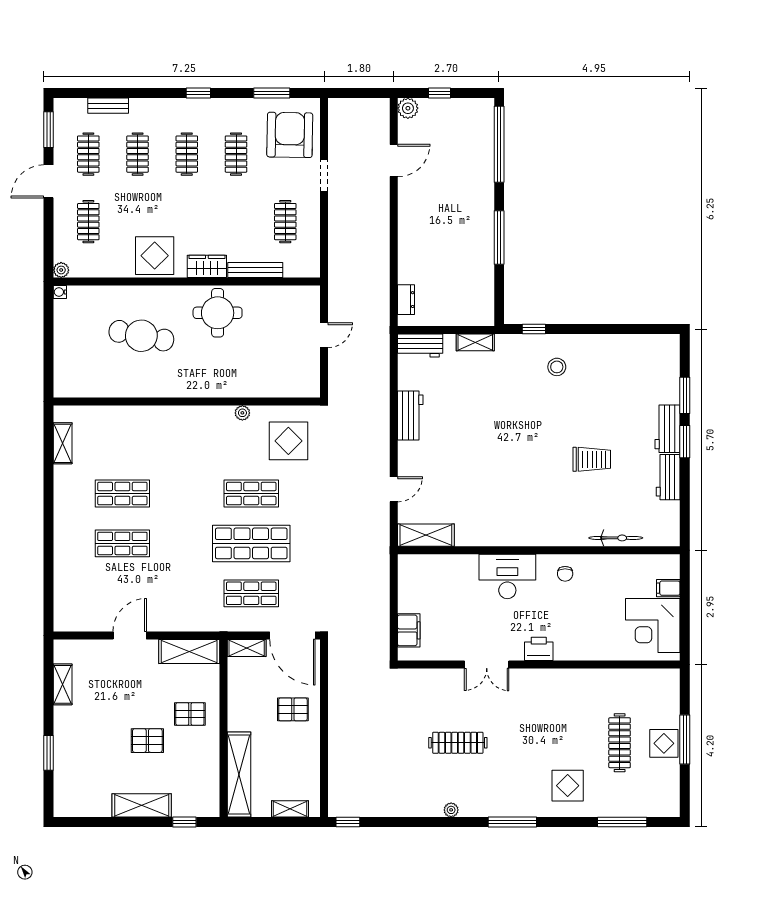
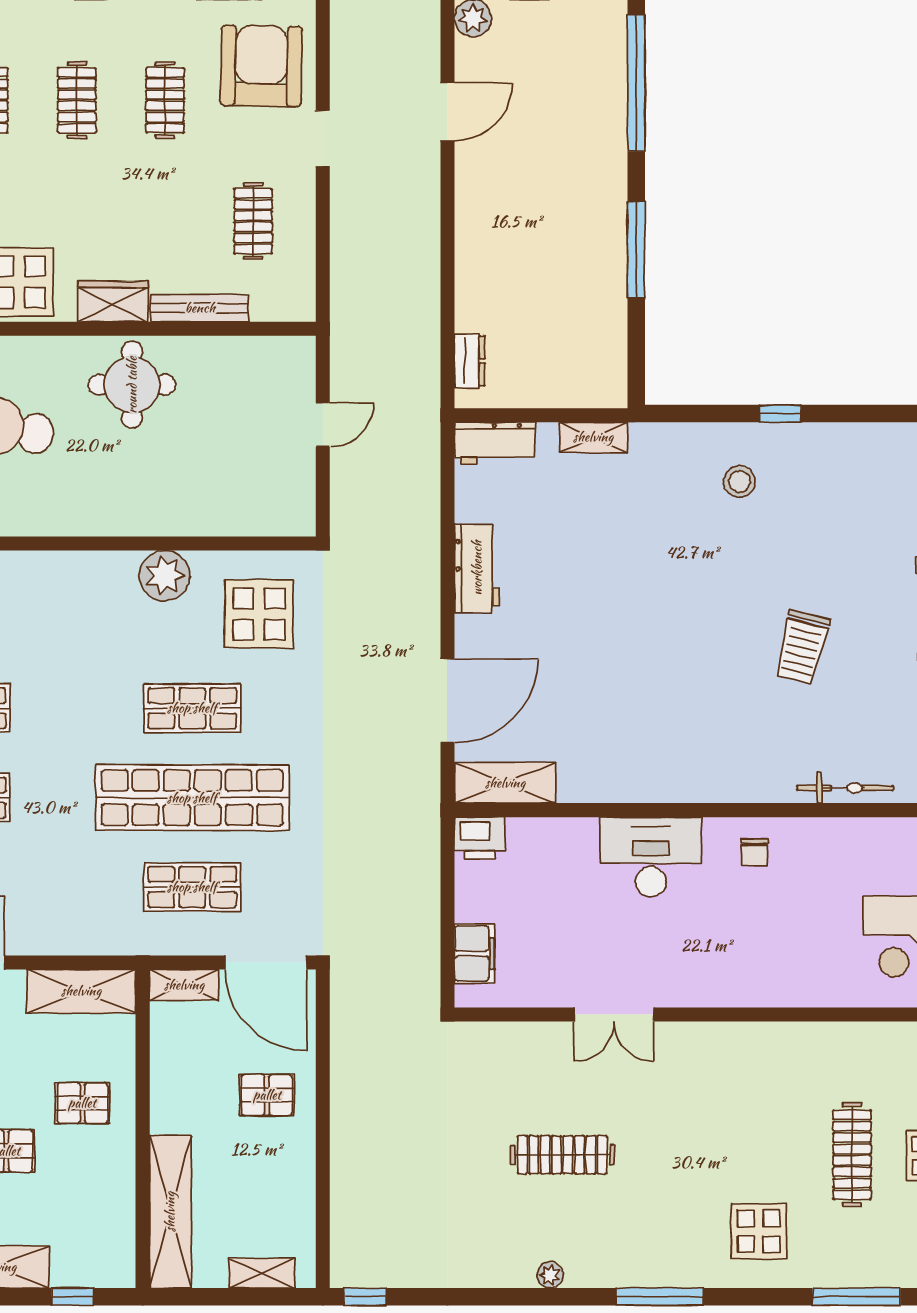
window: (534, 329) -> (780, 414), moved
plant: (242, 413) -> (165, 576), width x1.88, depth x1.88
trolley: (592, 459) -> (802, 647), turned 104
door: (394, 489) -> (447, 701), width x1.87
shop shelf: (251, 543) -> (192, 798), width x1.40
printer: (539, 649) -> (480, 838), moved, turned 180

